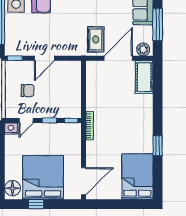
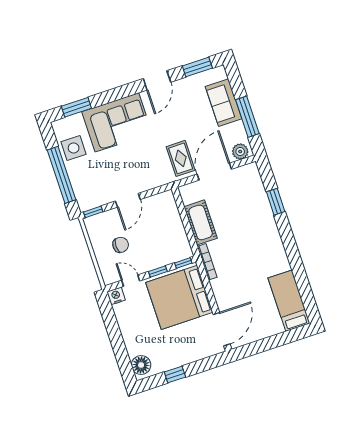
cot: (144, 77) -> (201, 222), moved
door: (26, 121) -> (131, 281), swing flipped
window: (158, 146) -> (276, 202), moved
bed: (137, 176) -> (289, 301), width x0.67
bed: (43, 177) -> (179, 297), moved, turned -90

